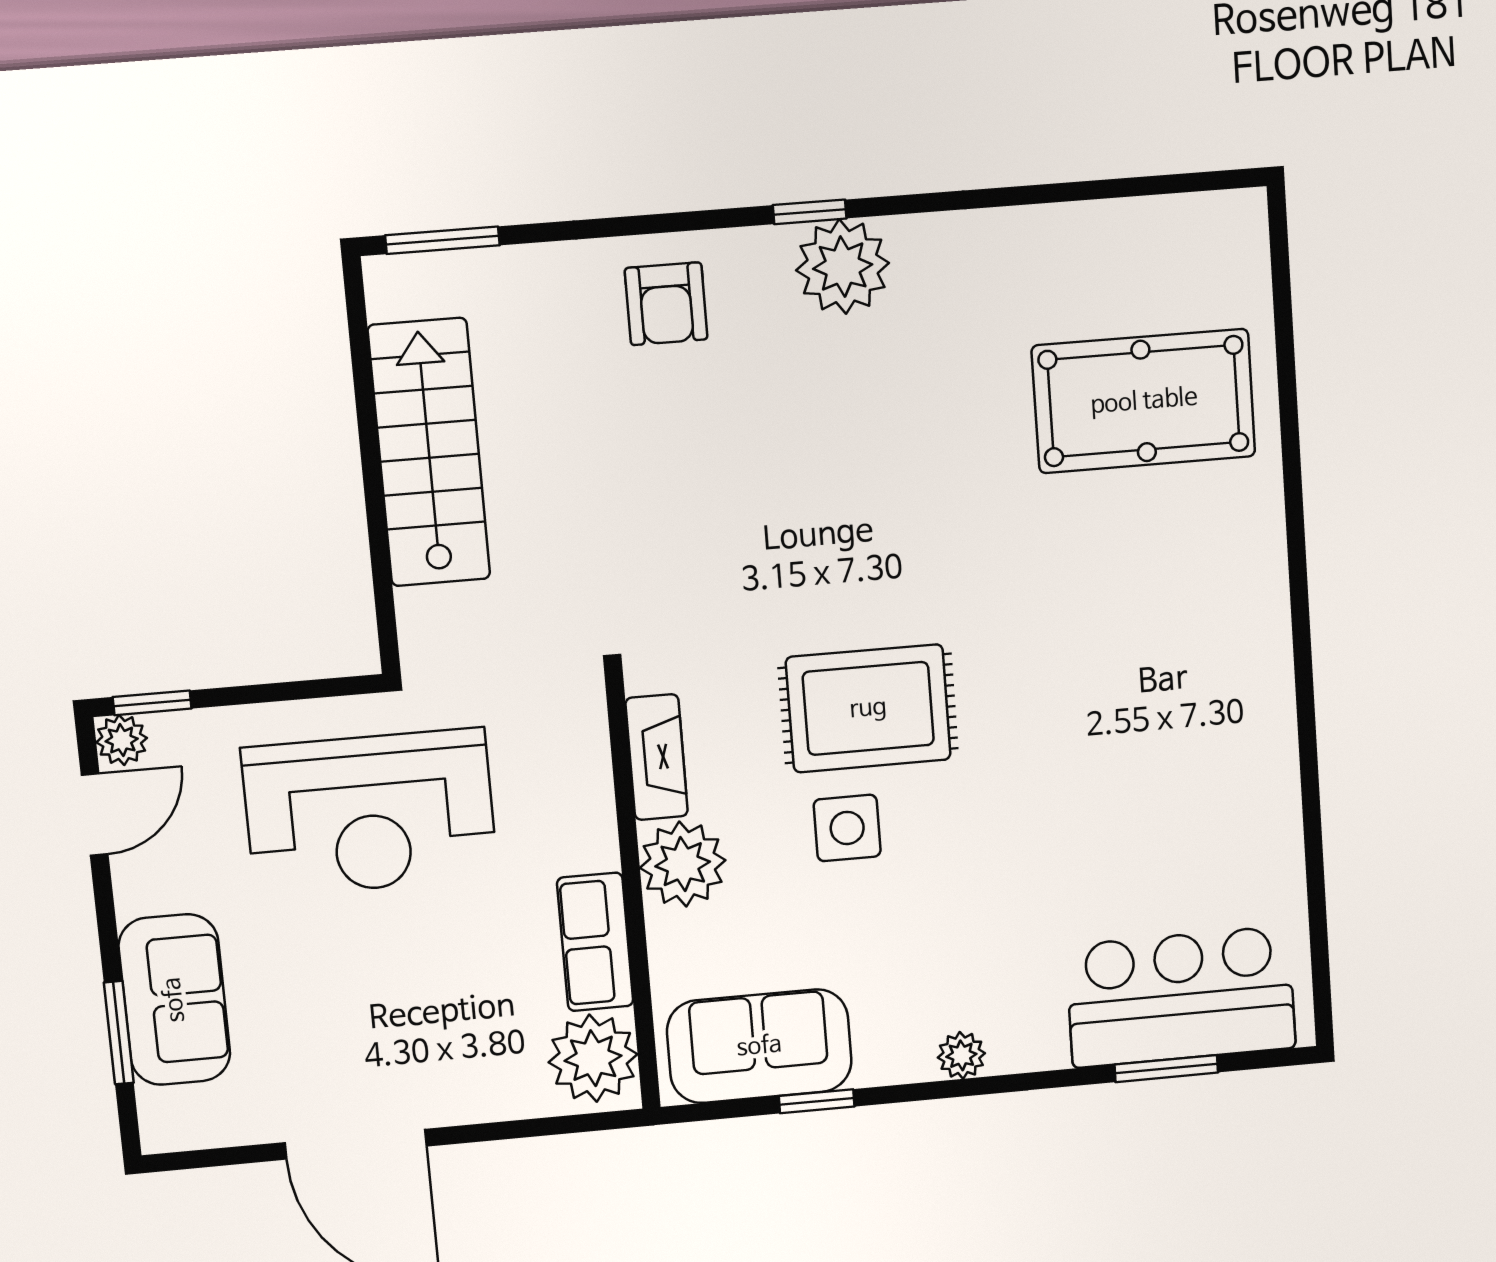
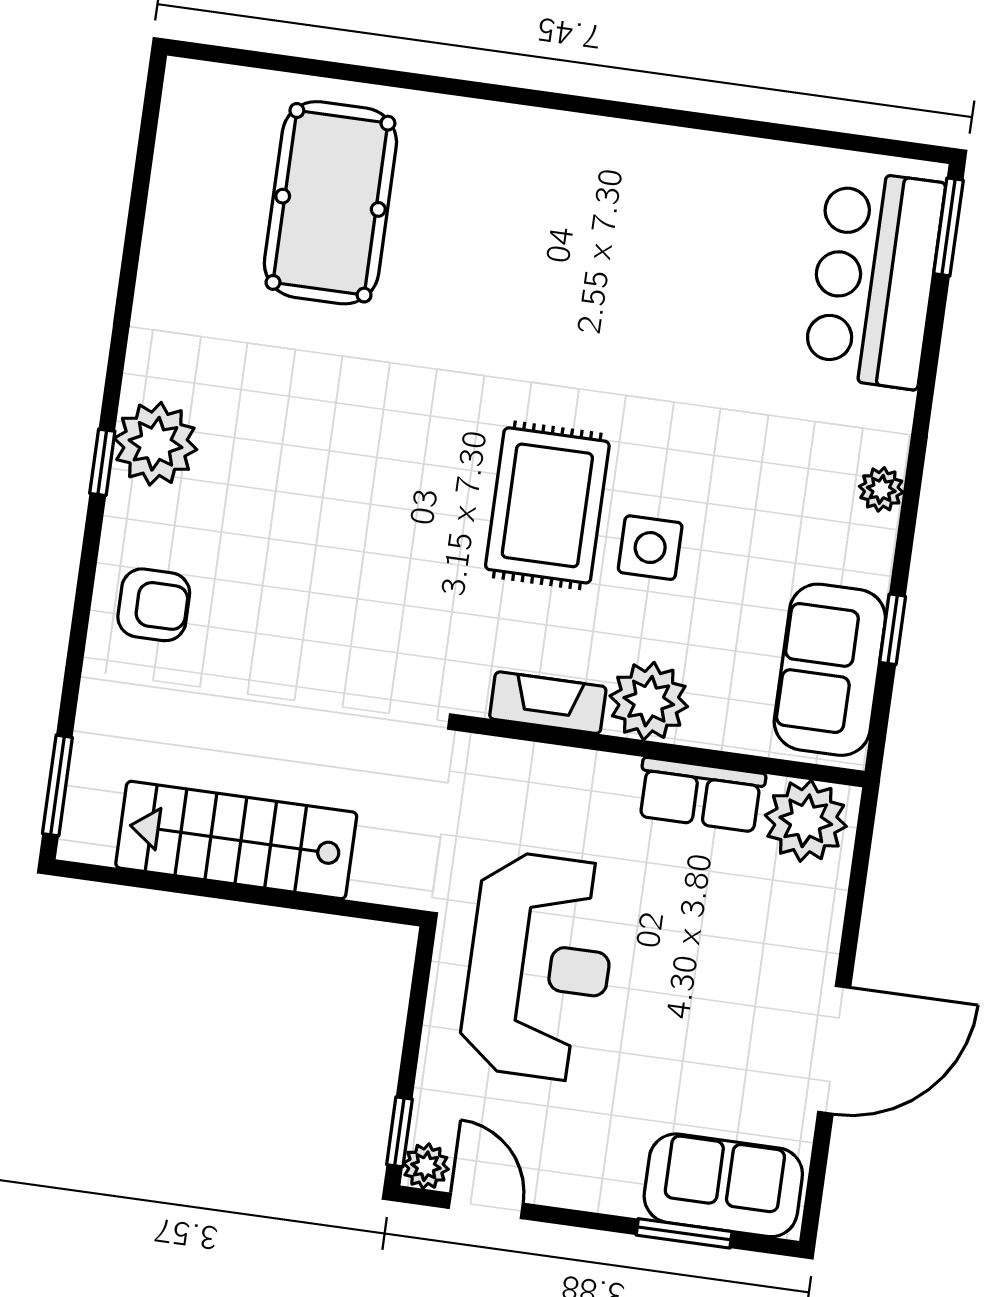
sofa: (174, 1000) -> (723, 1185), moved
window: (1166, 1069) -> (948, 227), moved

